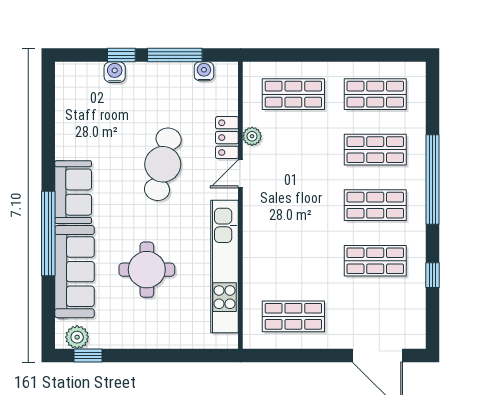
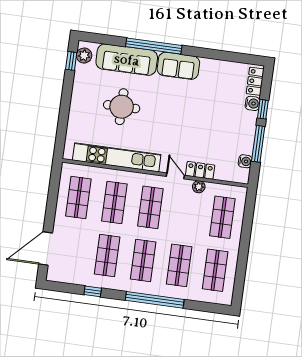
locker: (81, 73) -> (255, 81), added
cafe table: (163, 164) -> (188, 126), removed
shop shelf: (293, 205) -> (150, 207), added
shop shelf: (293, 261) -> (114, 202), added

